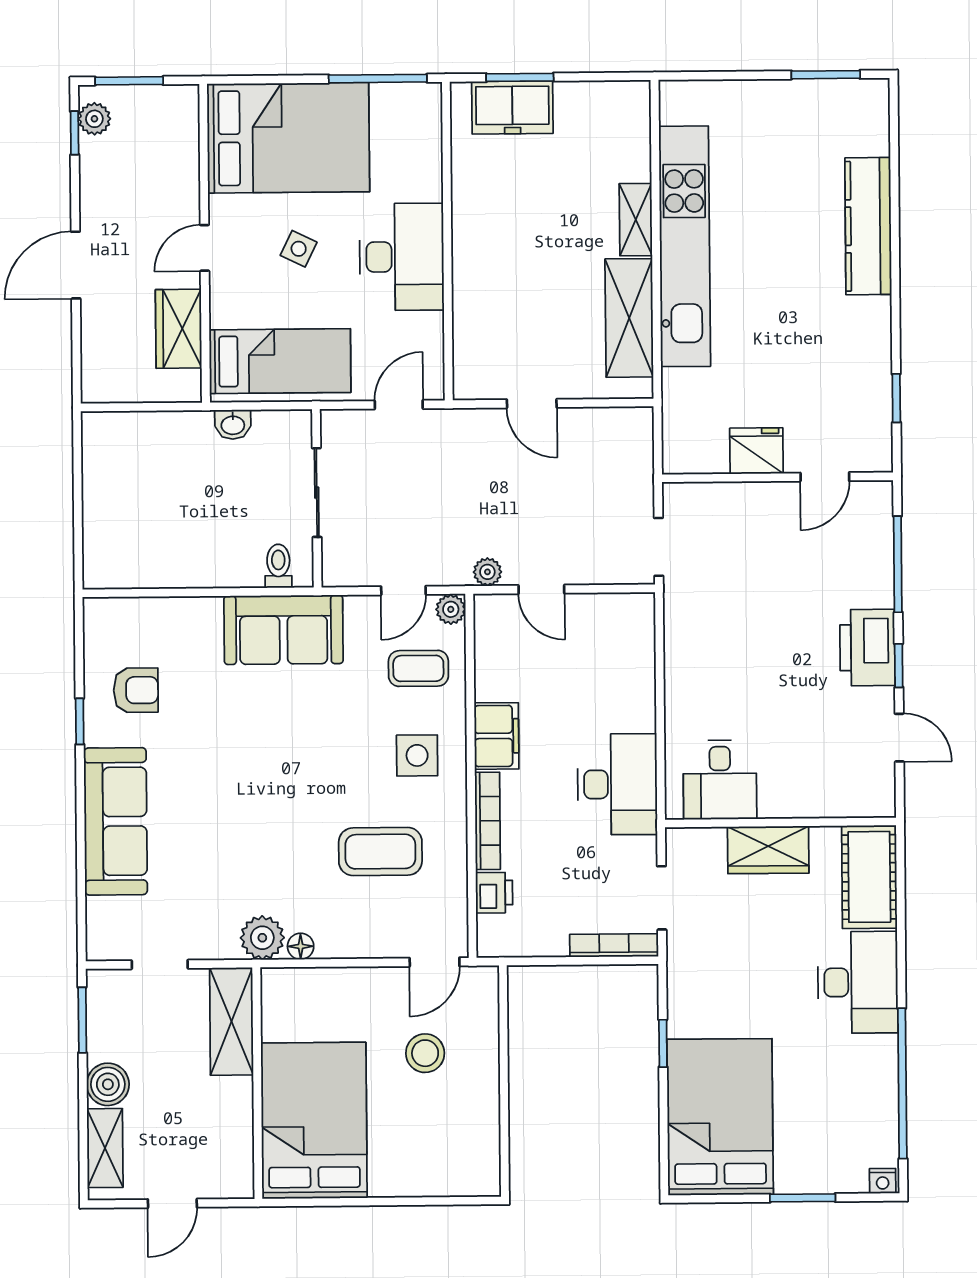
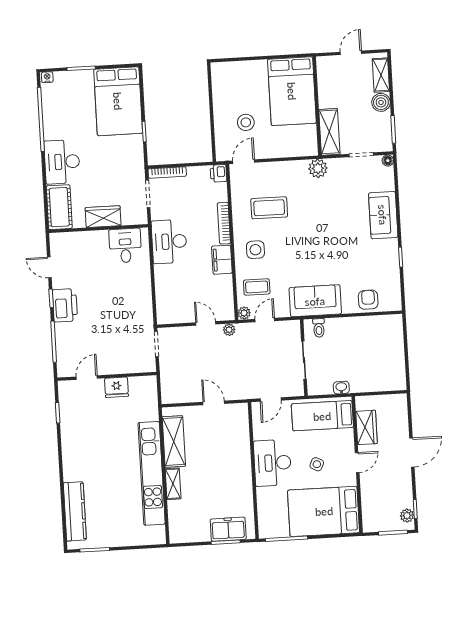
kitchen counter: (868, 226) -> (75, 511), moved
armchair: (136, 690) -> (368, 300), moved, turned 90
sofa: (116, 821) -> (383, 215), width x0.73
printer: (494, 893) -> (218, 173), moved
floor lamp: (301, 946) -> (388, 161), moved

